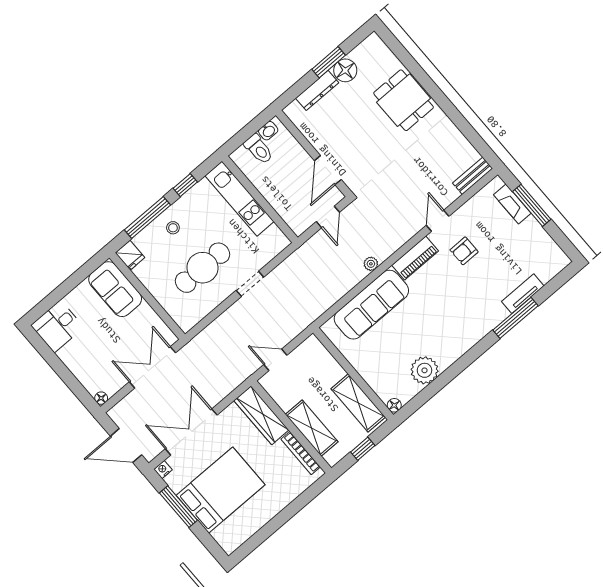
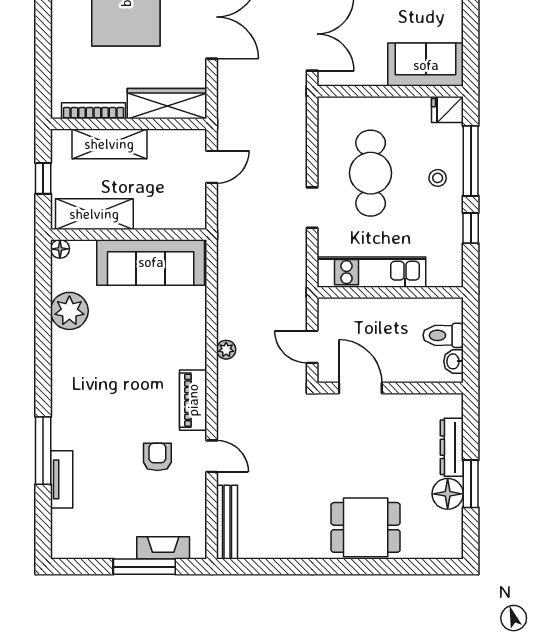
bench: (473, 176) -> (227, 522), width x1.36
kitchen unit: (240, 199) -> (371, 272), moved
sofa: (371, 305) -> (151, 262), moved, turned -90

